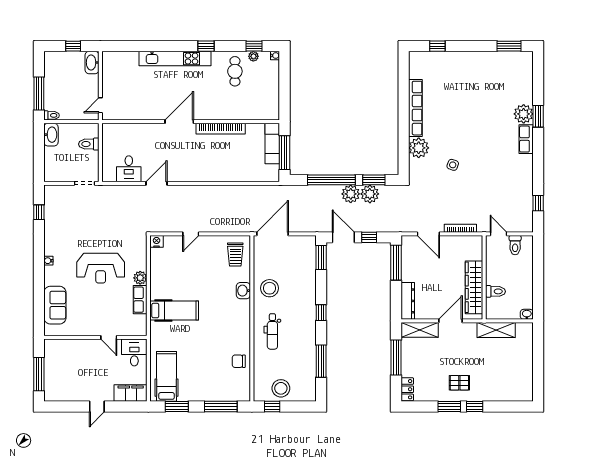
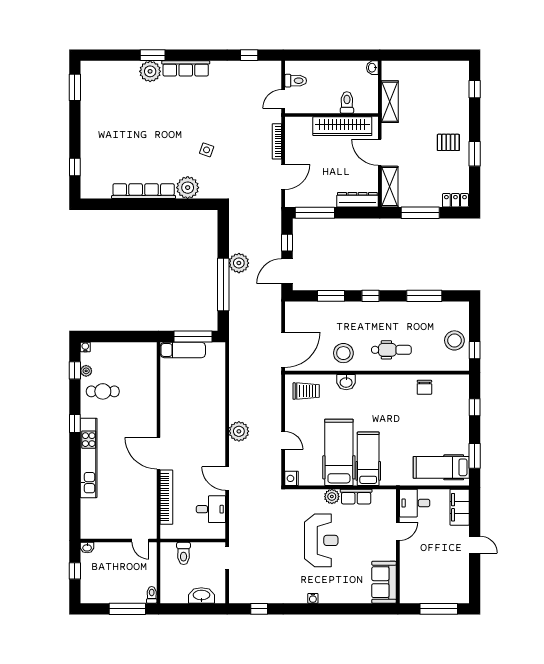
washbasin: (92, 62) -> (87, 548), width x0.52, depth x0.69
bookcase: (221, 129) -> (166, 497), moved
washbasin: (51, 135) -> (201, 595), moved
row of seats: (526, 139) -> (186, 68), width x1.48
window: (374, 180) -> (223, 237), removed
plant: (370, 194) -> (239, 431), moved
door: (273, 234) -> (283, 350), swing flipped
window: (321, 257) -> (331, 296), moved
hospital bed: (180, 284) -> (339, 452), added
sofa: (55, 305) -> (384, 582), moved, turned -90
pallet: (459, 383) -> (448, 142), turned 90
window: (221, 407) -> (475, 407), width x0.46
window: (475, 407) -> (475, 89), moved

